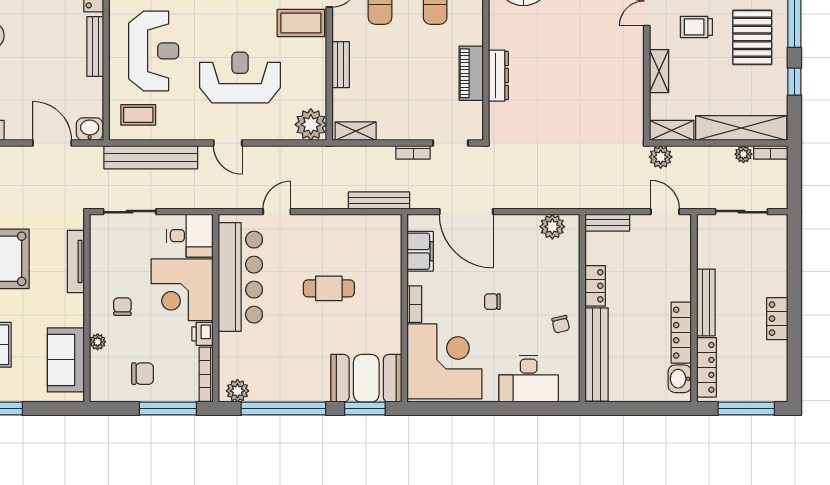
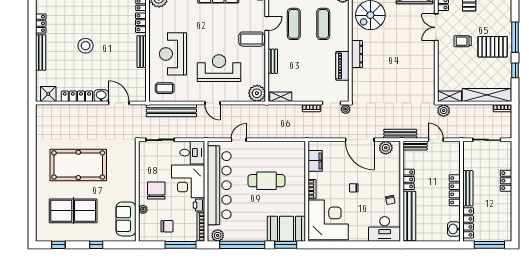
pallet: (752, 37) -> (493, 47), turned 90
reception desk: (154, 51) -> (173, 54), turned 180
shelving: (659, 71) -> (443, 65), removed
dresser: (498, 76) -> (357, 54), moved
washbasin: (90, 129) -> (101, 96), moved
plant: (743, 154) -> (346, 109), moved
bench: (379, 200) -> (400, 134), moved
door: (466, 212) -> (360, 140), moved
door: (665, 212) -> (436, 140), moved
tv unit: (76, 262) -> (131, 166), removed
bar counter: (240, 277) -> (219, 185), width x1.36
cafe table: (329, 288) -> (266, 181), width x1.37, depth x1.35
chair: (122, 307) -> (156, 191), width x1.87, depth x1.87
locker: (777, 319) -> (506, 181), moved
locker: (681, 333) -> (455, 190), moved
desk: (529, 379) -> (385, 229), moved

